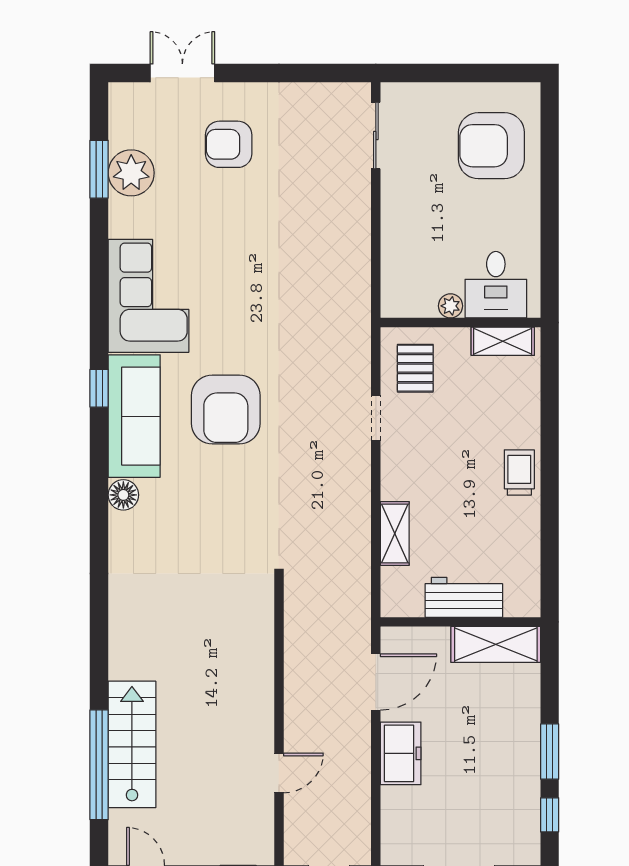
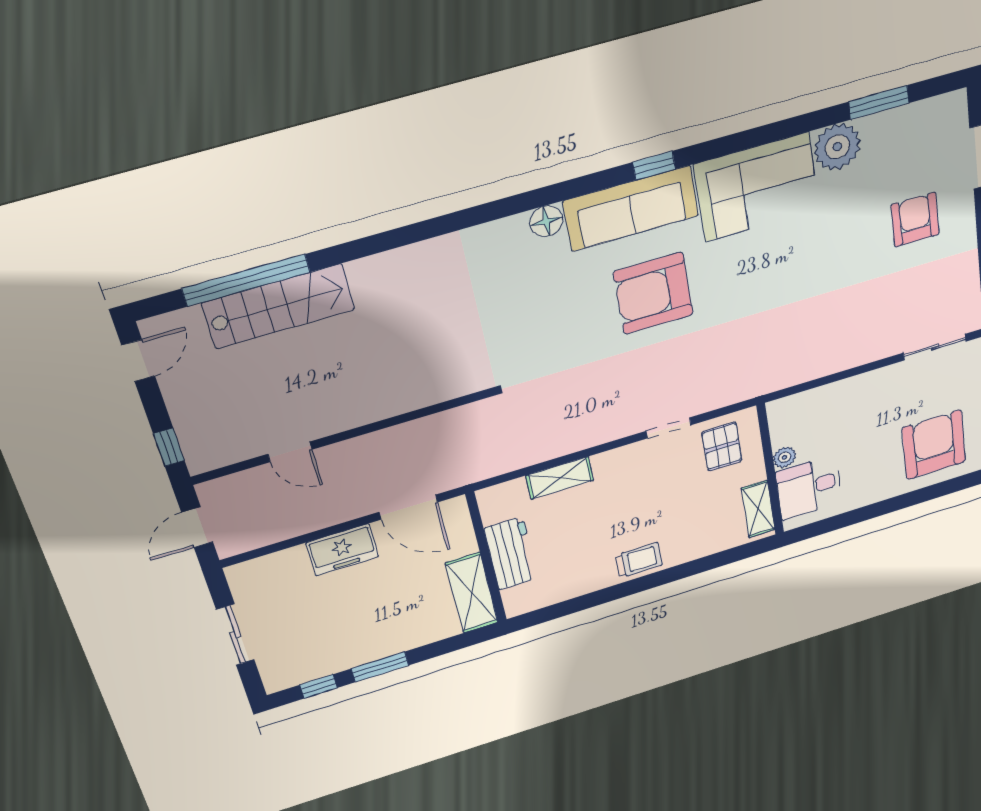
plant: (131, 173) -> (837, 147), moved
pallet: (415, 368) -> (722, 446), turned 90

